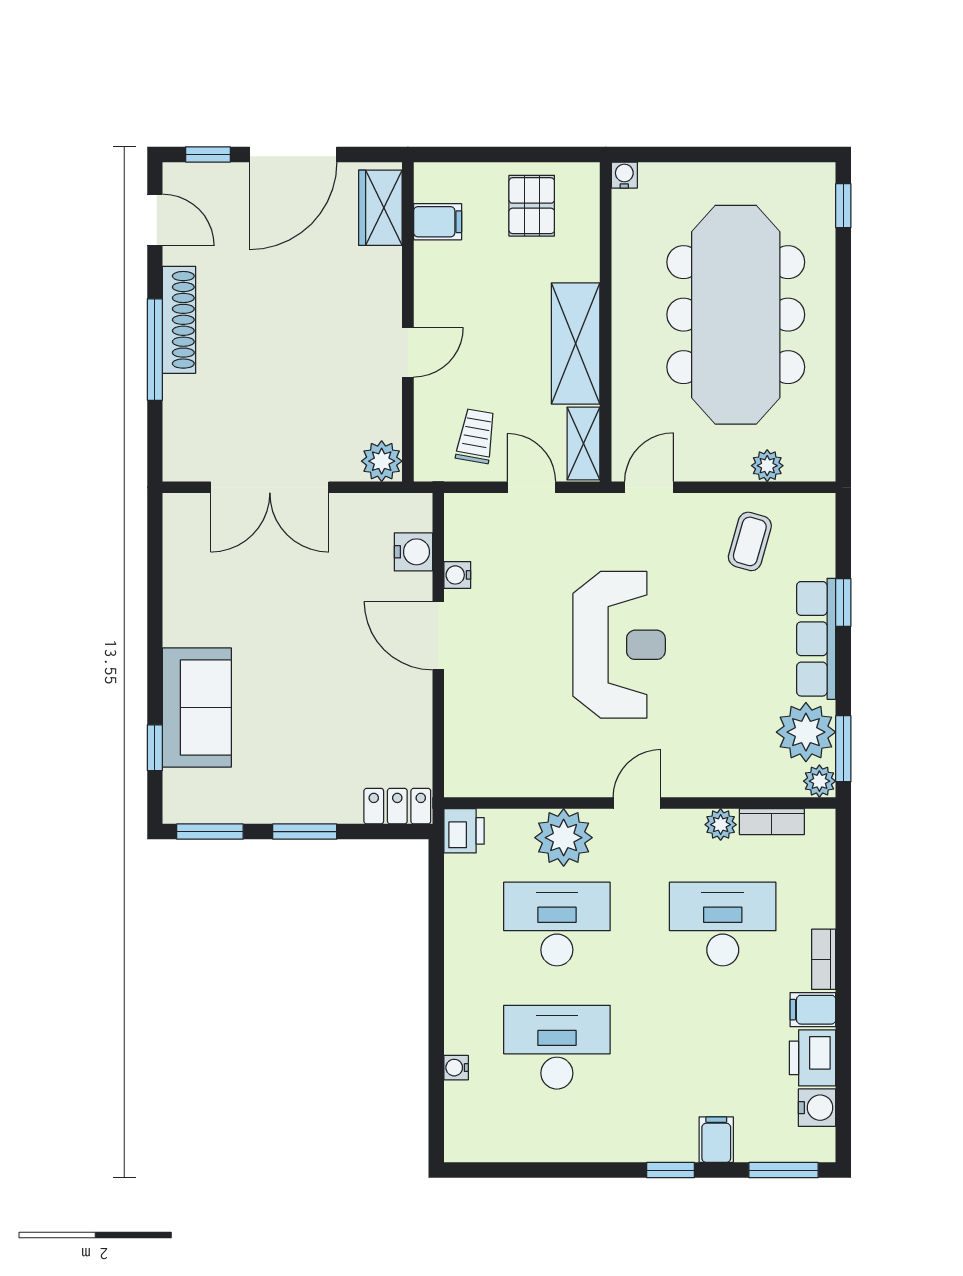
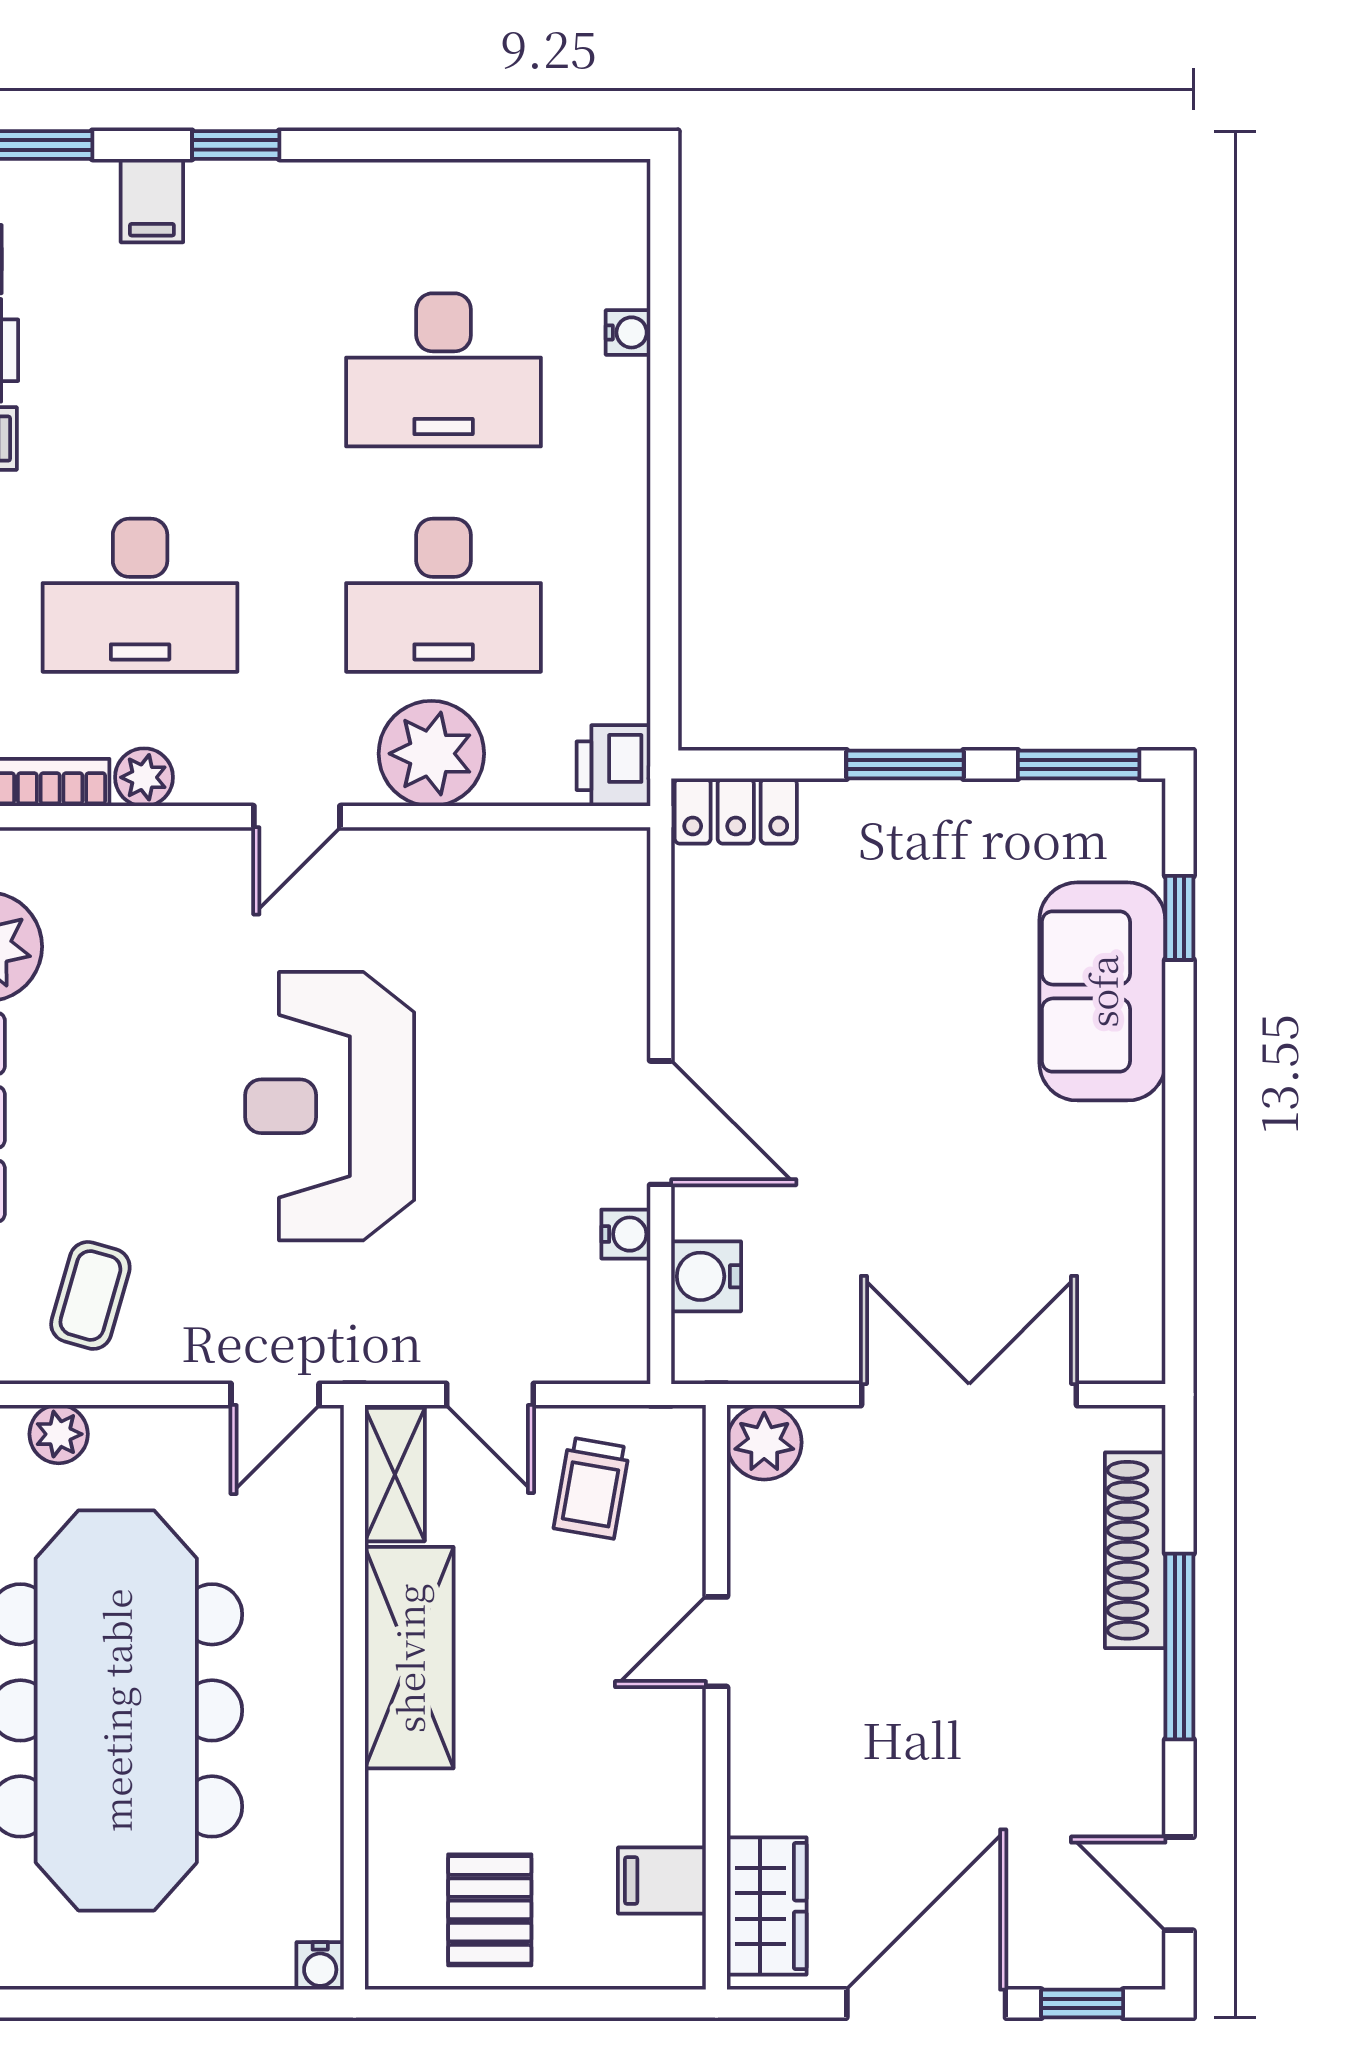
shoe rack: (179, 320) -> (1135, 1550), moved

